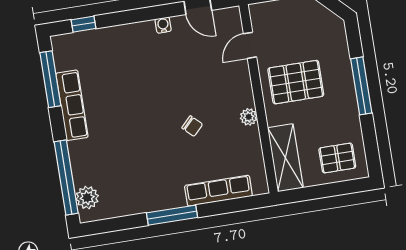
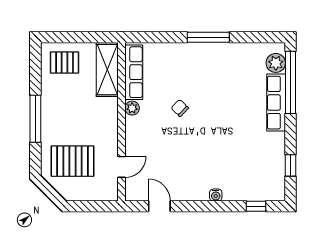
water cooler: (163, 25) -> (216, 195), moved
window: (50, 79) -> (291, 165), width x0.46
pallet: (296, 82) -> (72, 161), moved
row of seats: (72, 105) -> (276, 103), moved
row of seats: (218, 191) -> (134, 72), moved, turned -90

